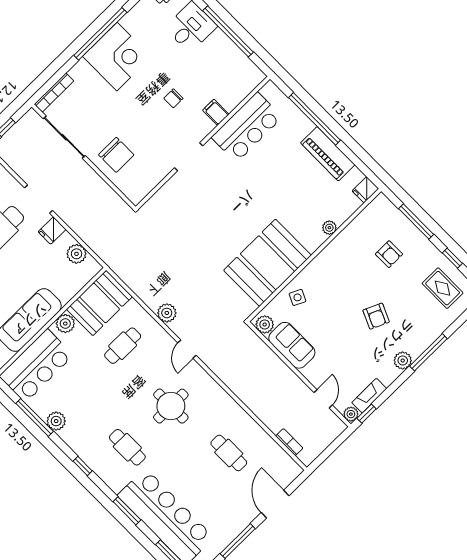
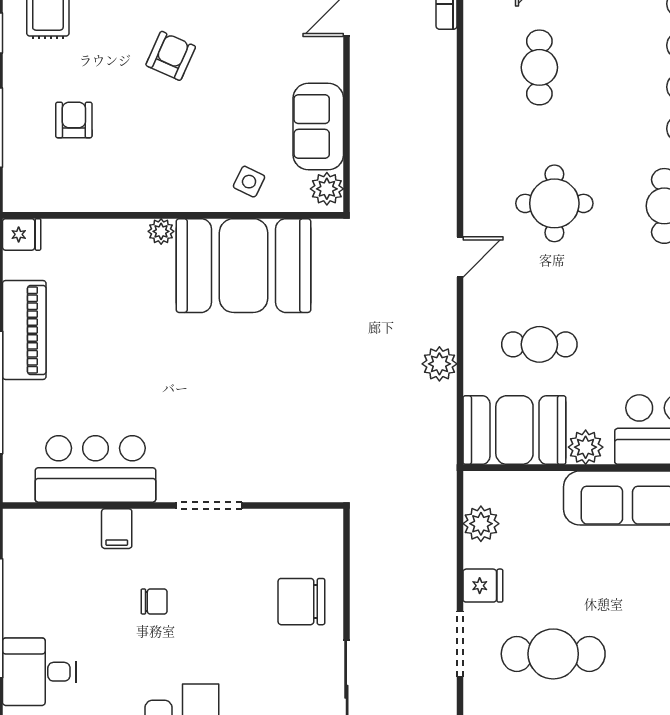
chair: (116, 155) -> (301, 602), turned -90
plant: (329, 228) -> (161, 231), moved
plant: (167, 313) -> (439, 364), moved

